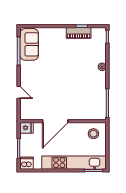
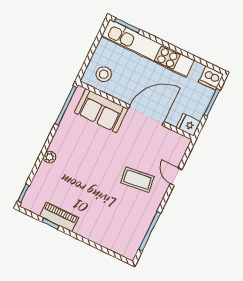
sofa: (29, 44) -> (101, 111), moved, turned -90
coffee table: (42, 79) -> (137, 180), added

